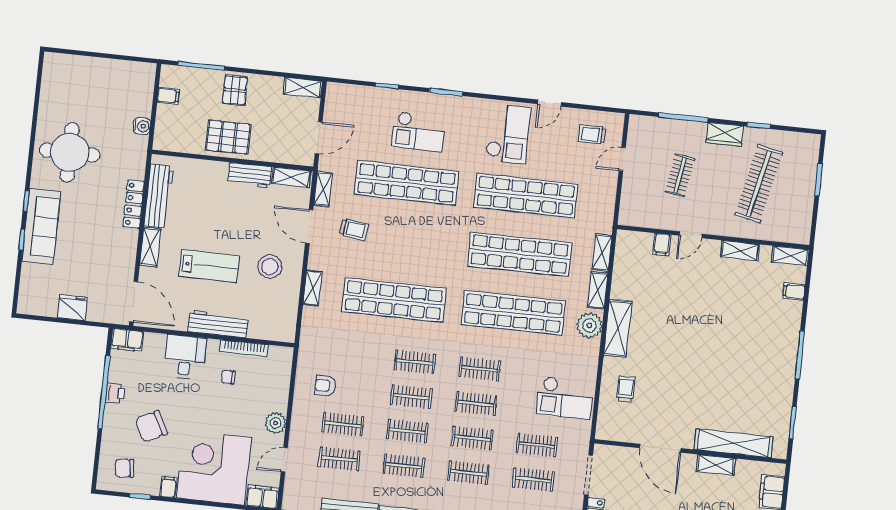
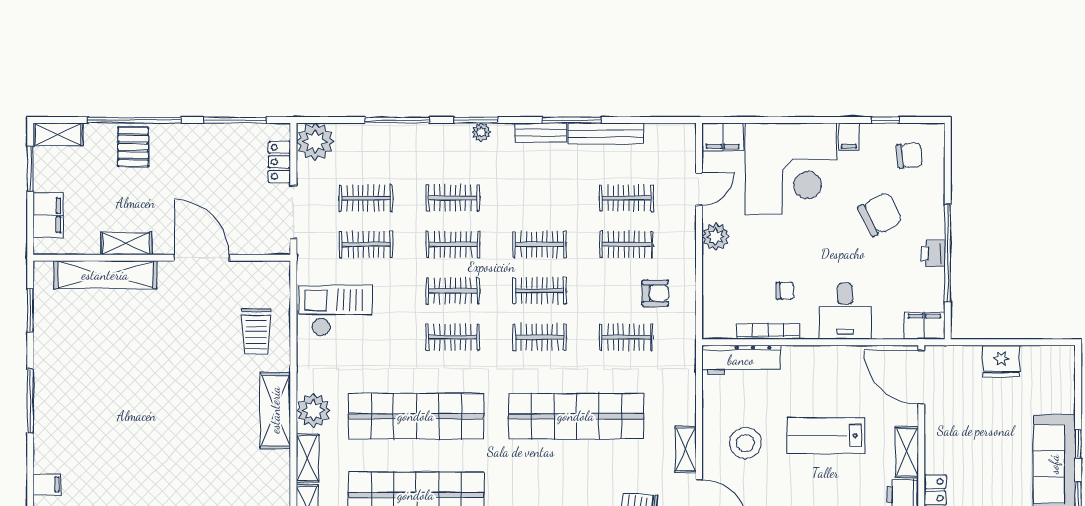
shelving: (313, 288) -> (686, 449), moved
workbench: (218, 324) -> (741, 360), moved
trolley: (626, 389) -> (256, 331), width x1.36, depth x1.39
clothes rail: (404, 466) -> (626, 337), moved

